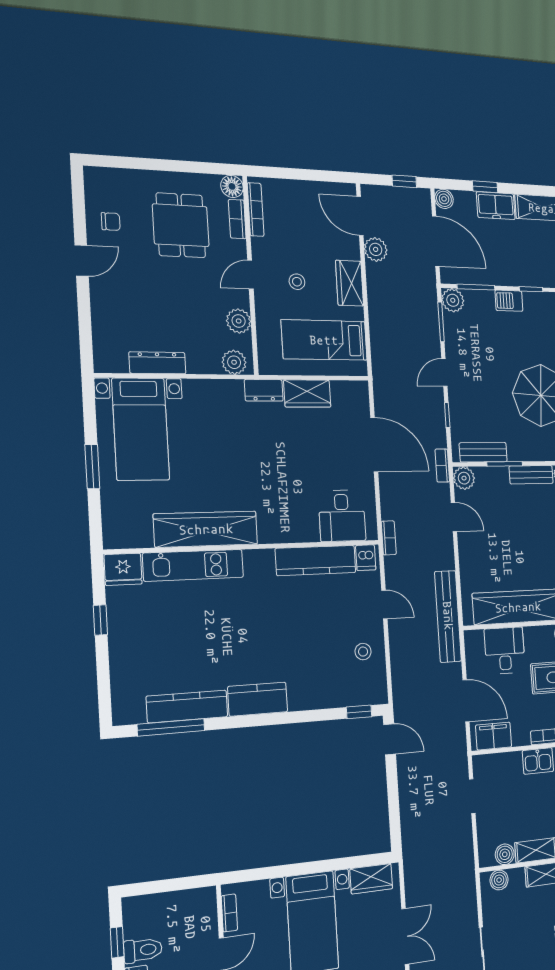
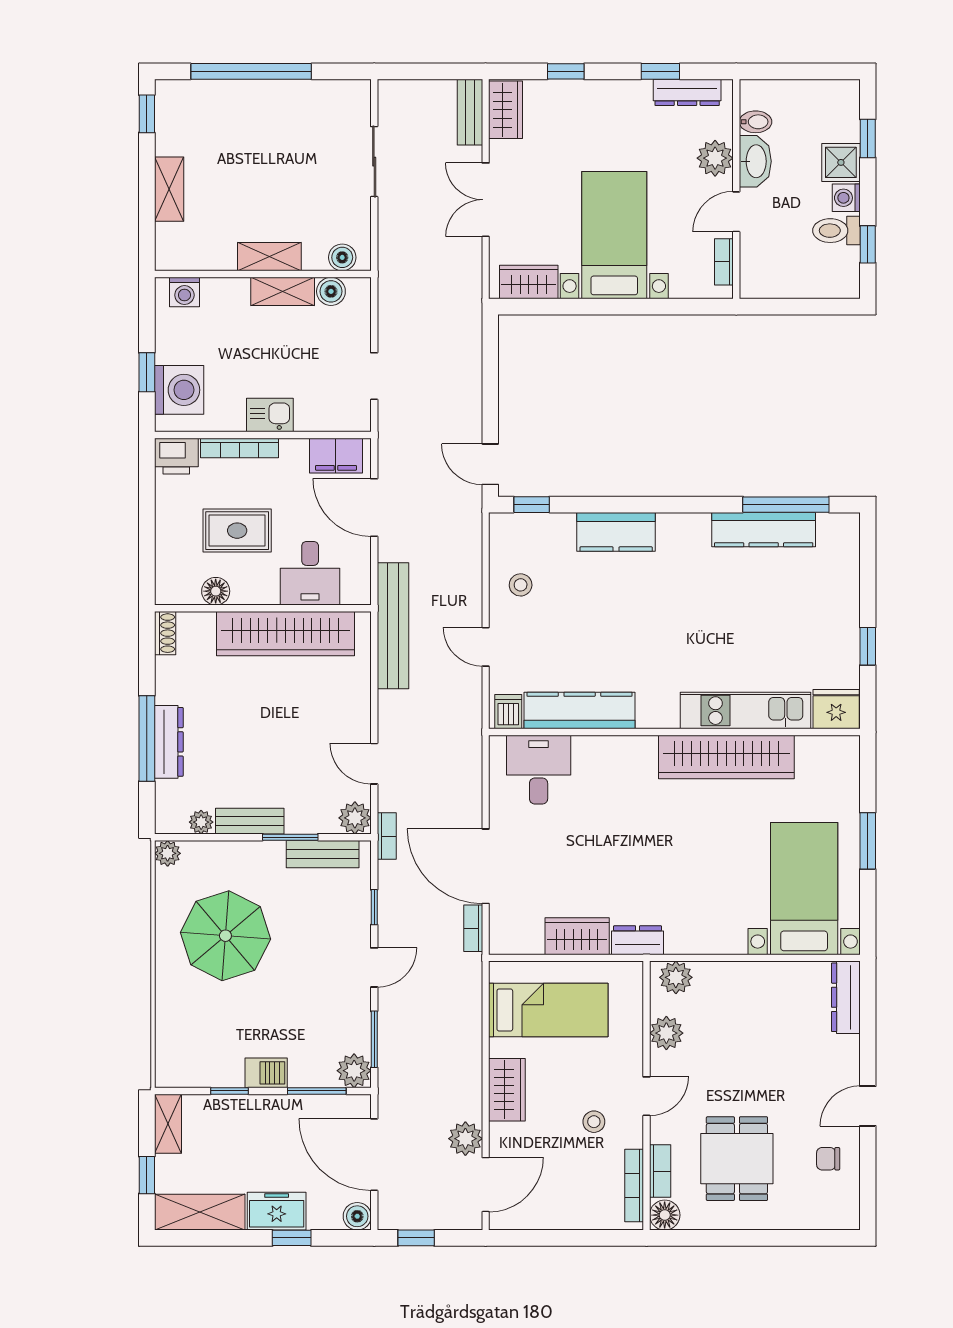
door: (360, 216) -> (486, 1185), hinge flipped
stool: (297, 282) -> (594, 1122), moved
dresser: (157, 363) -> (846, 997), moved, turned 90
bookcase: (389, 538) -> (473, 928), moved
kitchen counter: (258, 699) -> (616, 532), moved

